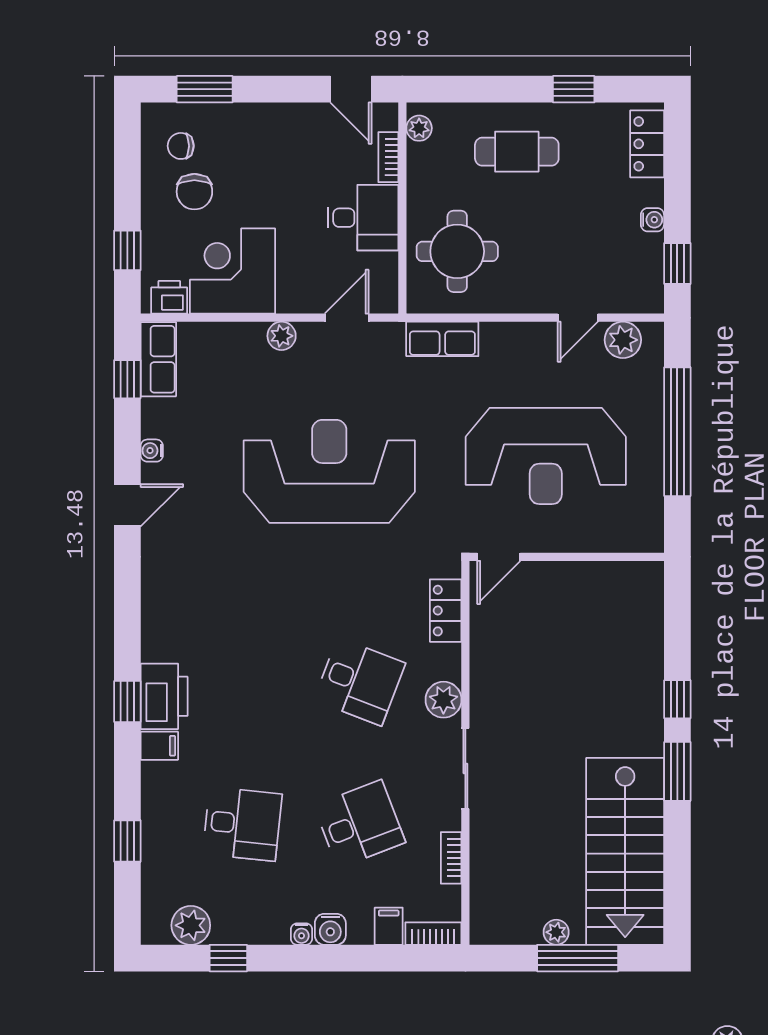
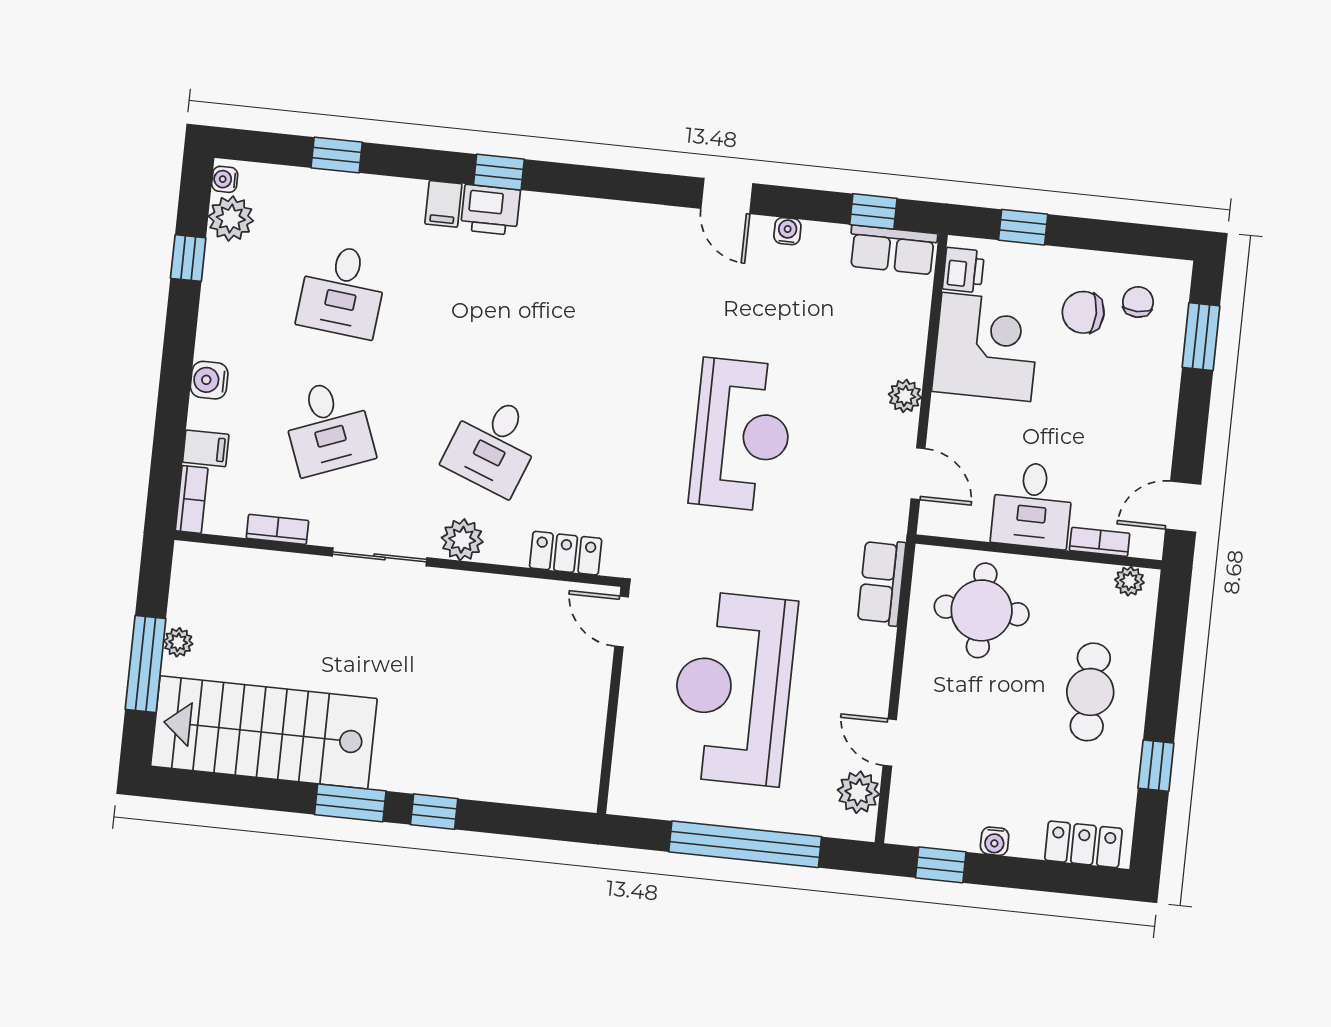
reception desk: (329, 471) -> (742, 435), width x0.74, depth x0.77
printer: (164, 696) -> (490, 210), width x0.73, depth x0.84
water cooler: (301, 934) -> (225, 179), moved

